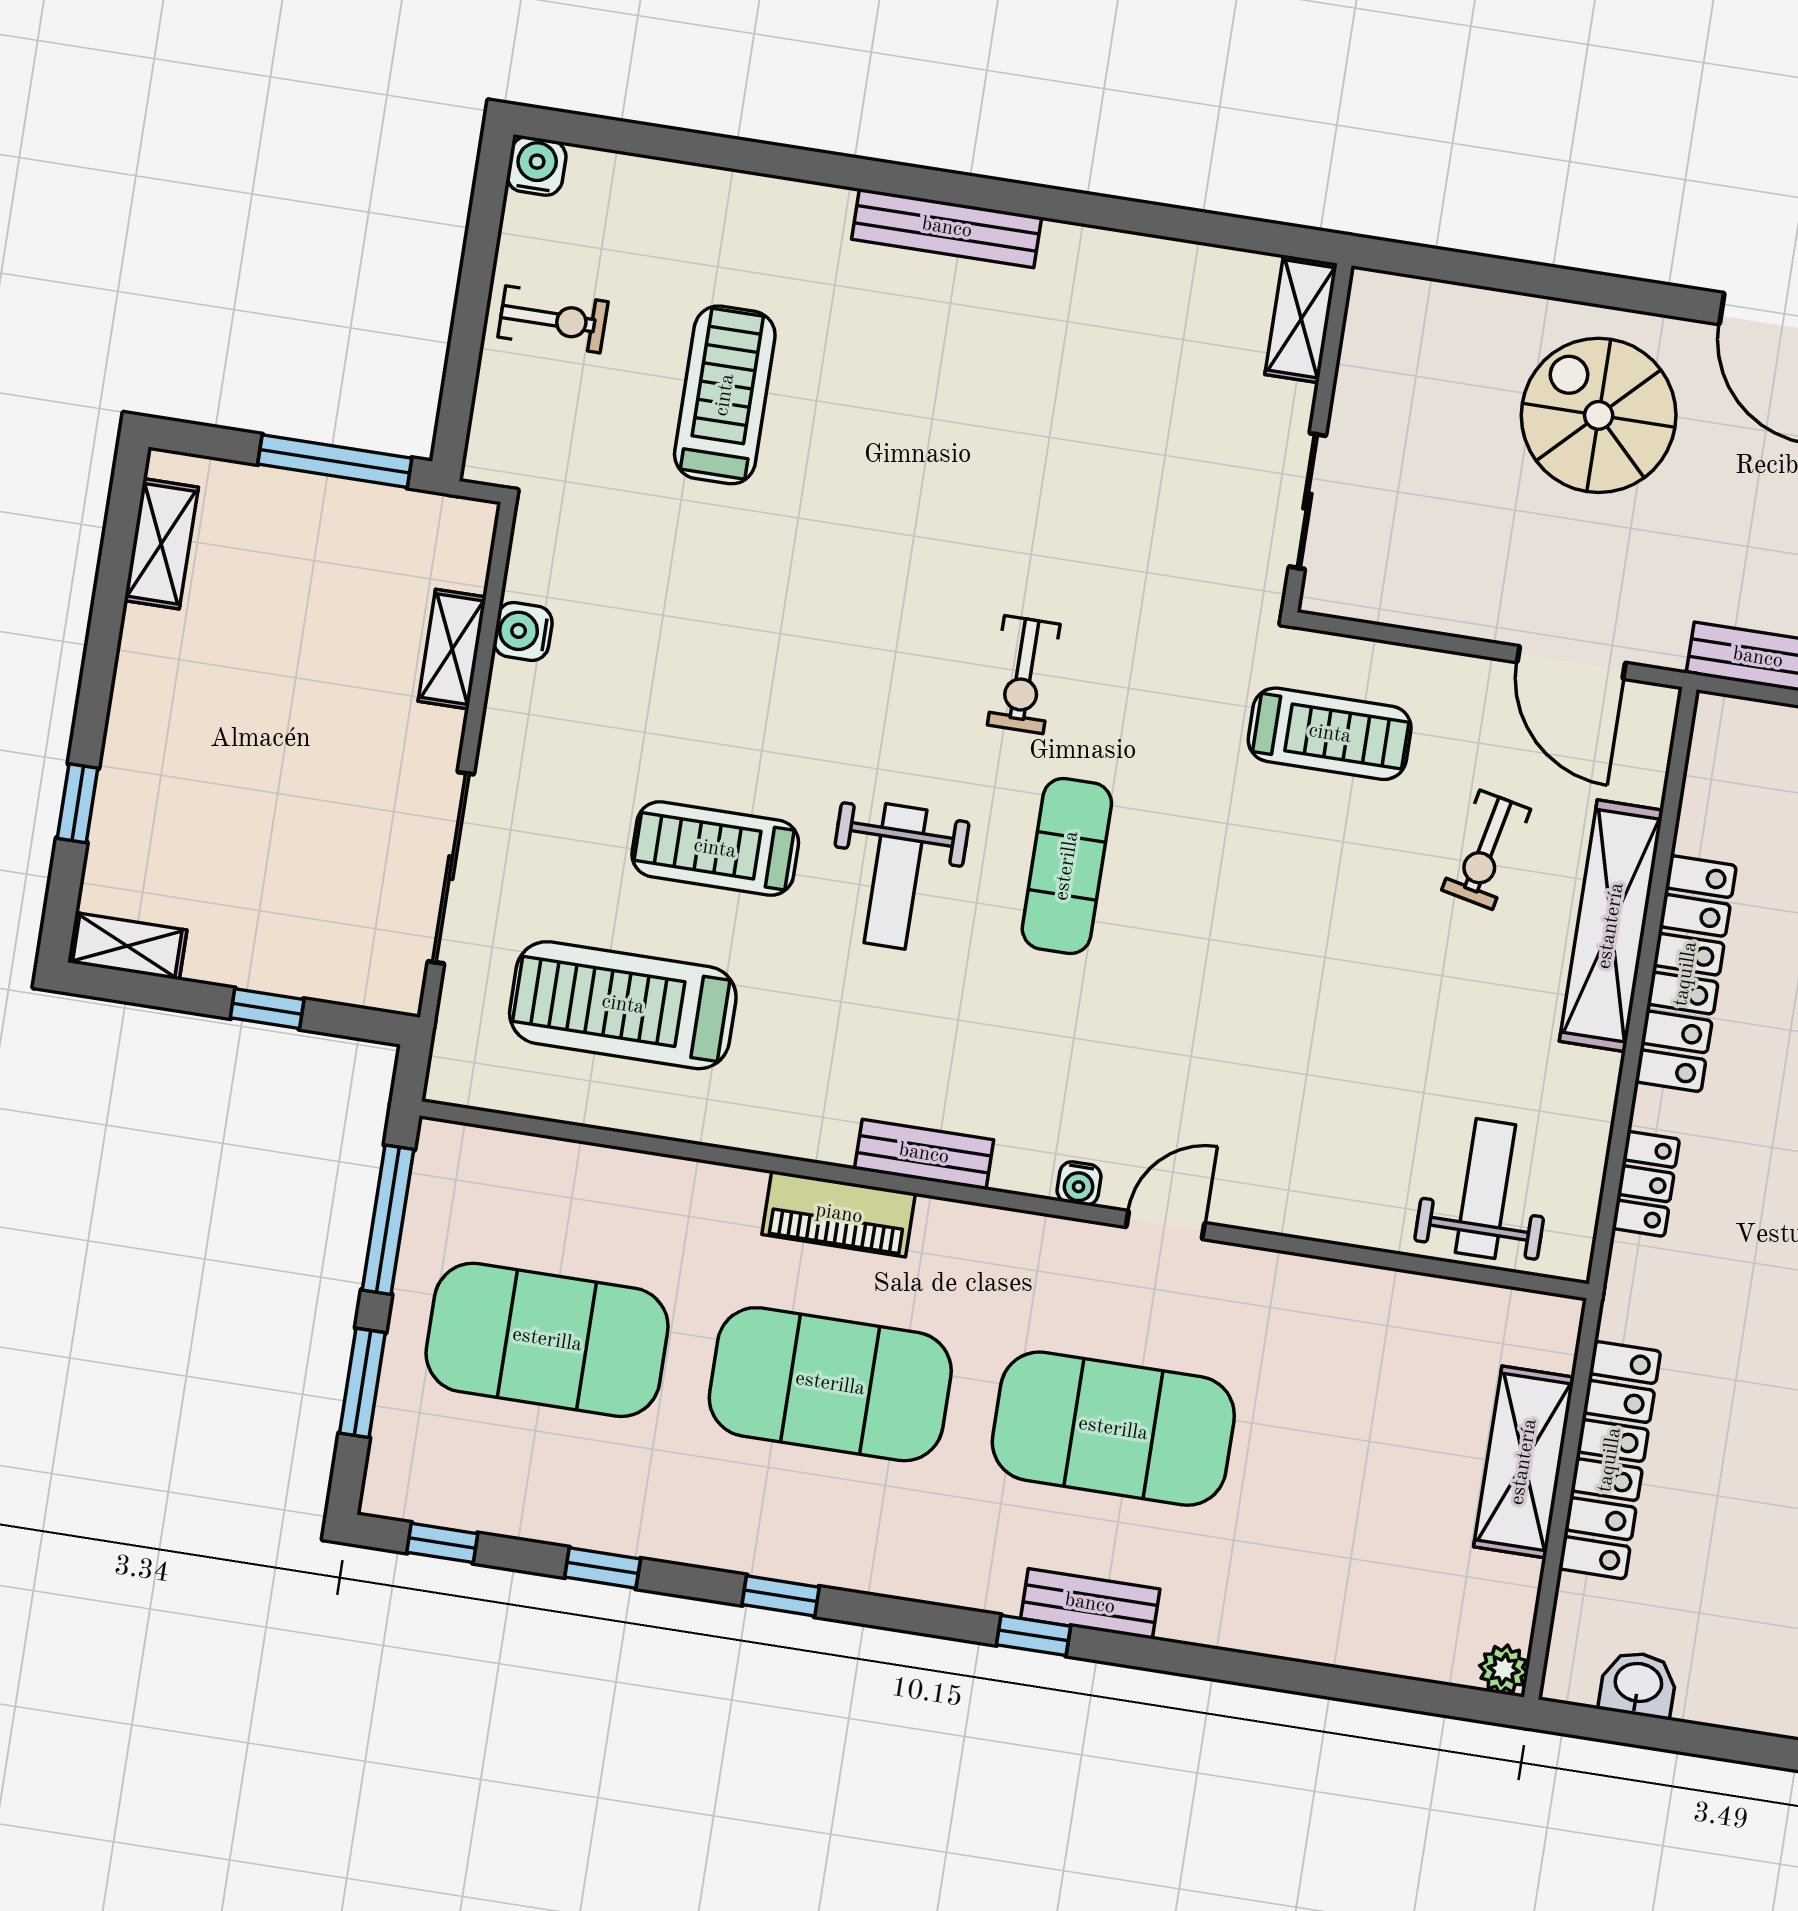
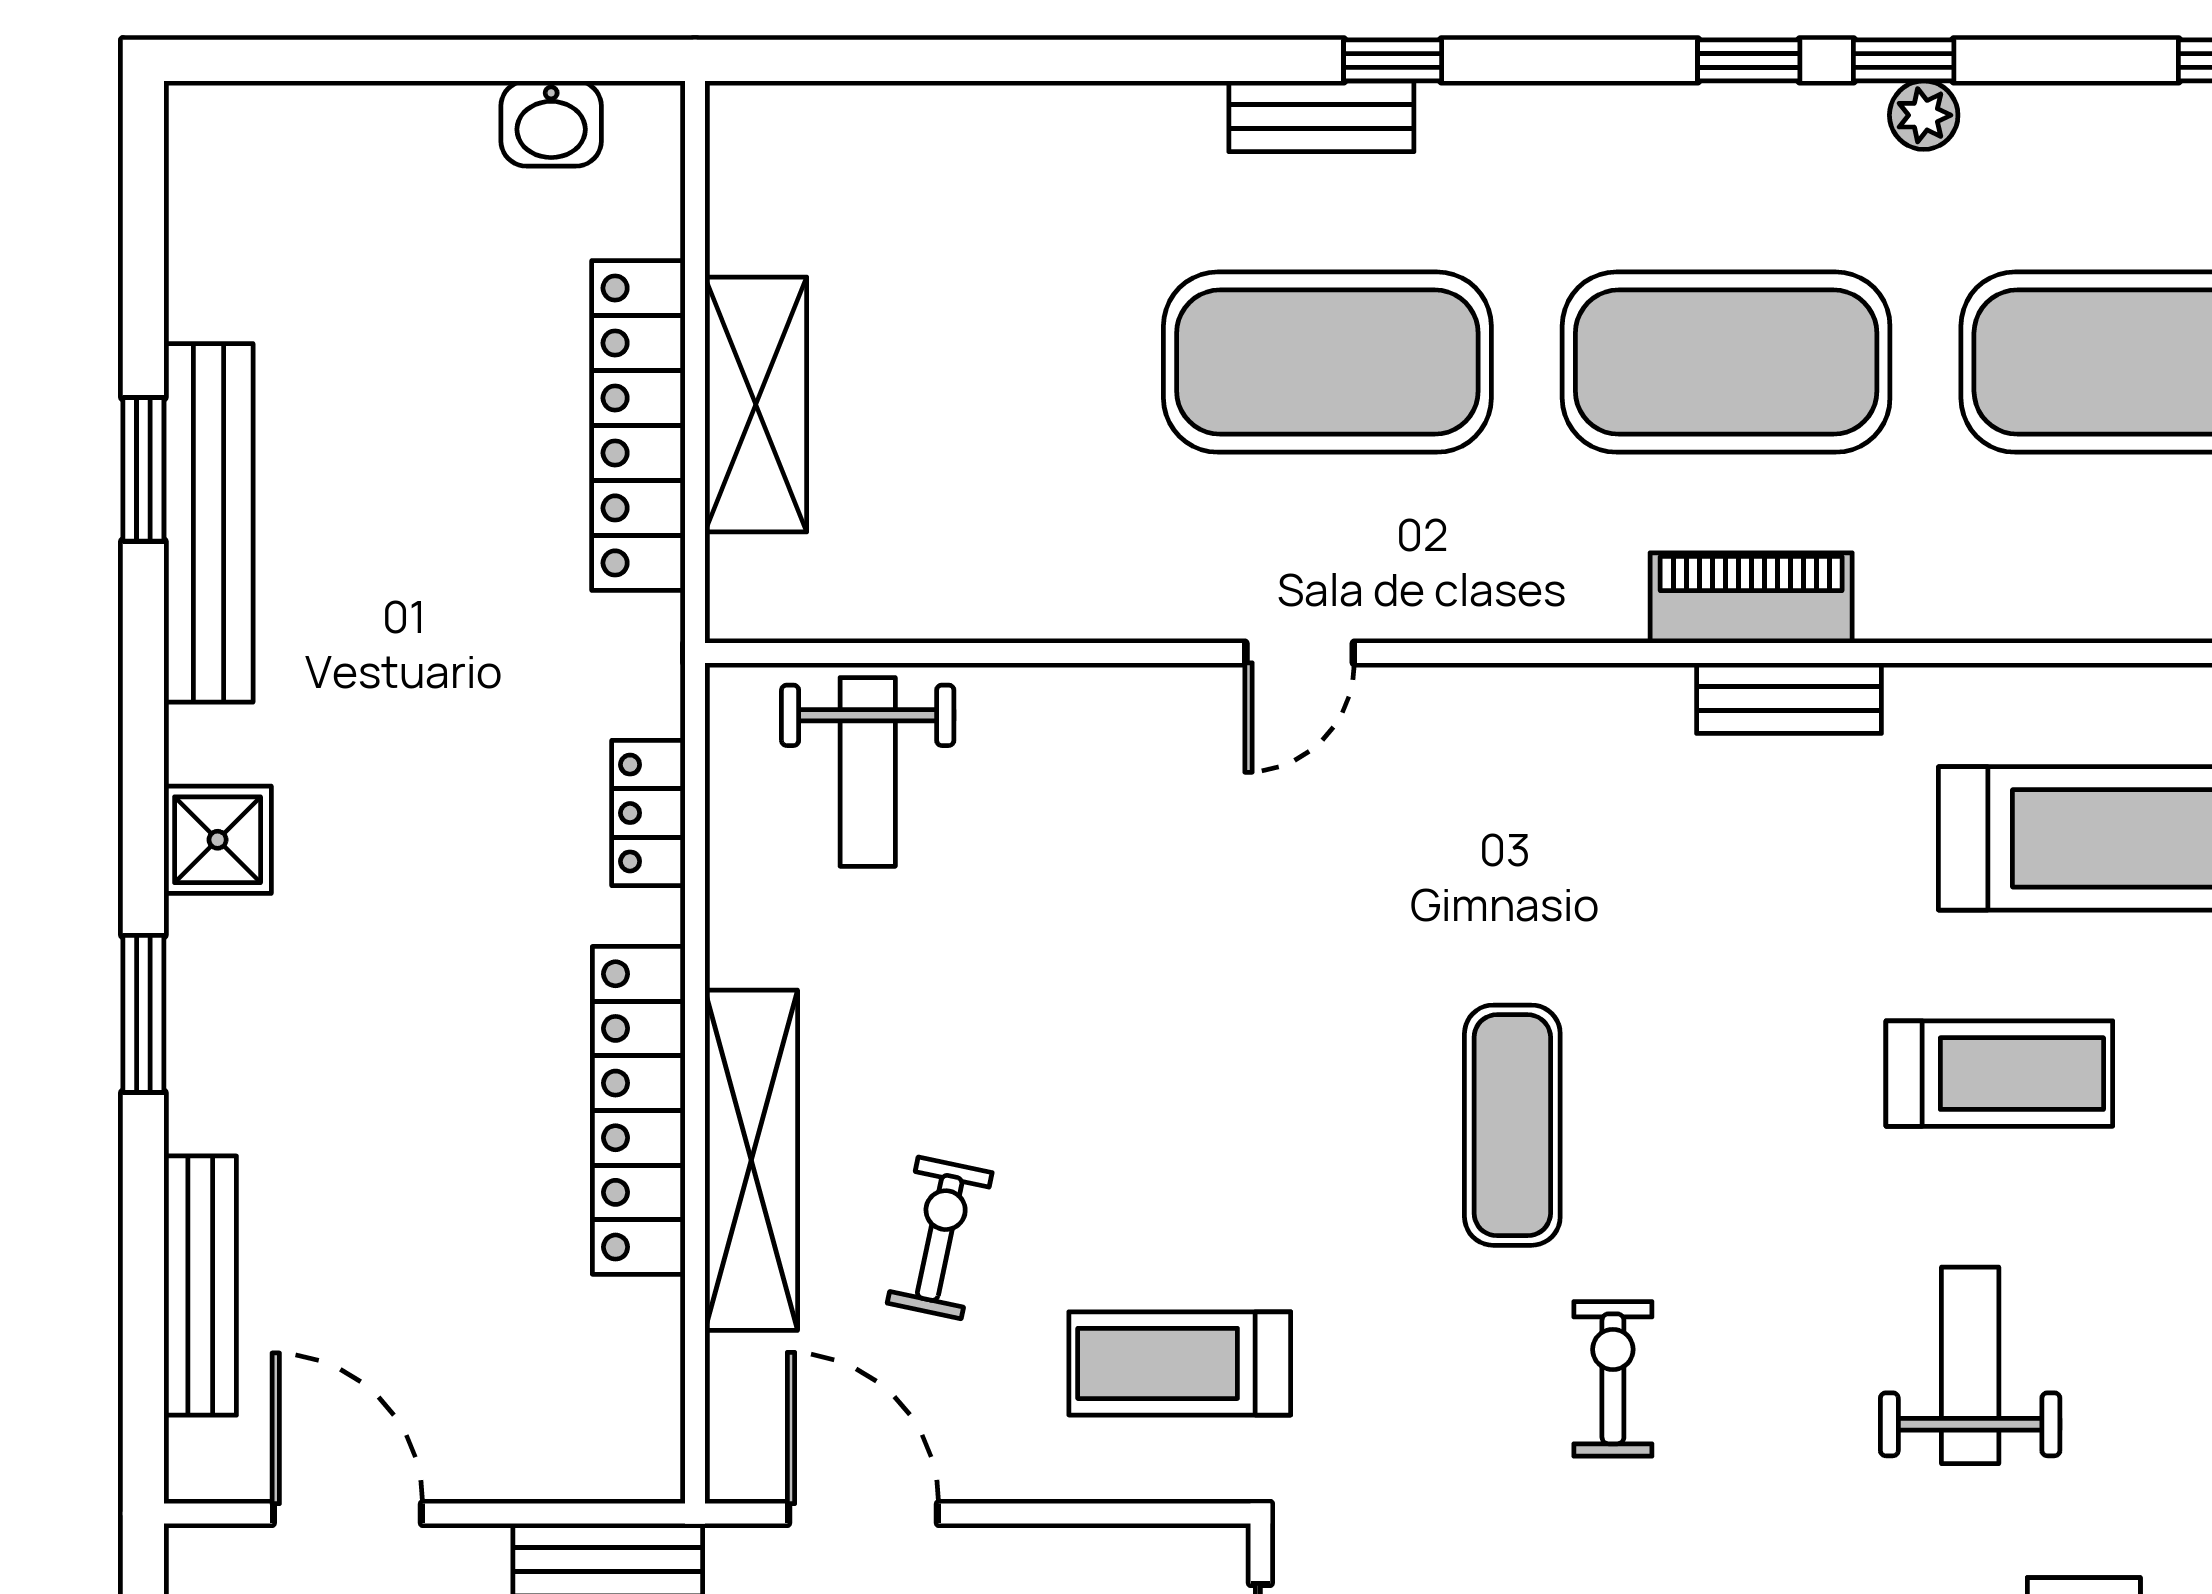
weight bench: (895, 876) -> (1970, 1365), moved
bench: (924, 1154) -> (1789, 698), moved
water cooler: (1079, 1183) -> (1427, 692), removed
window: (603, 1568) -> (1904, 60), moved
plant: (1504, 1669) -> (1924, 115), moved

